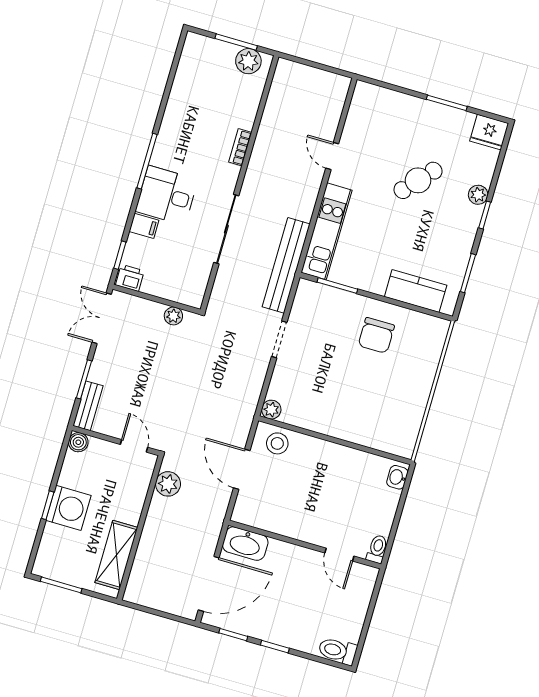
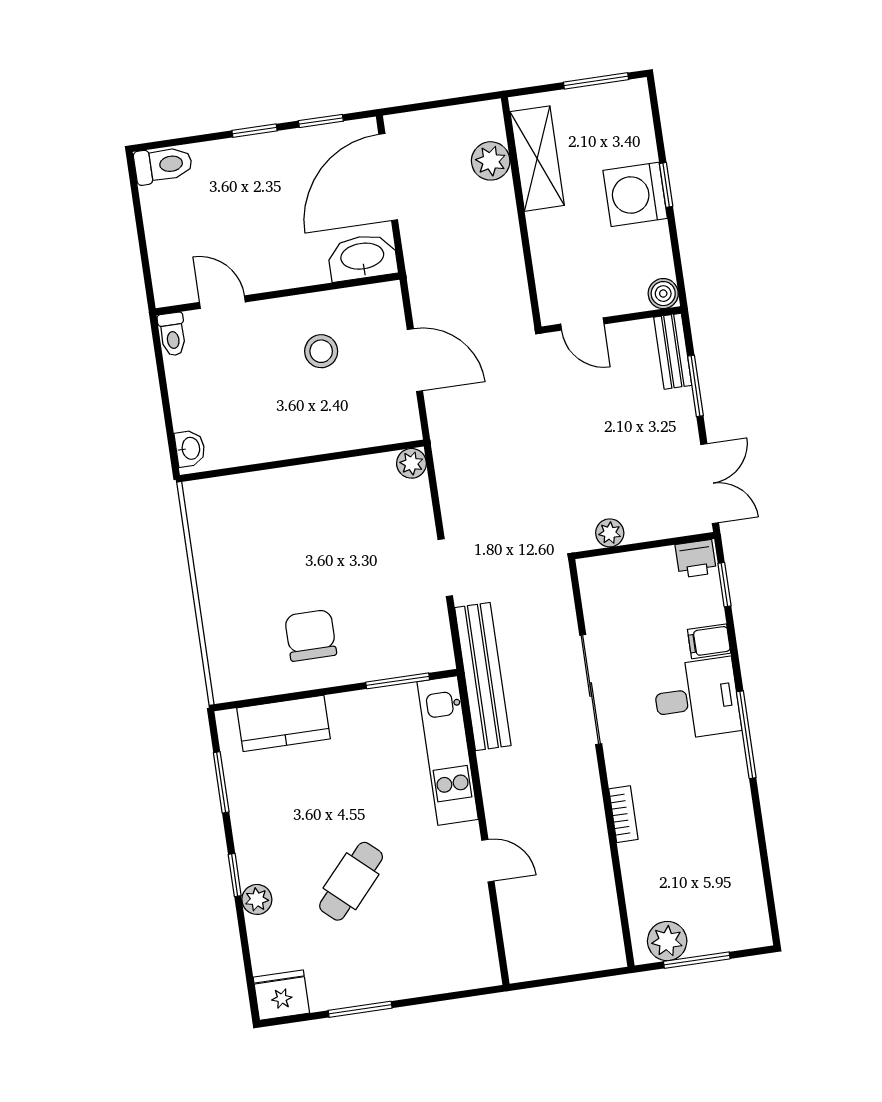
stool: (277, 443) -> (321, 351), moved
plant: (168, 484) -> (491, 161), moved

